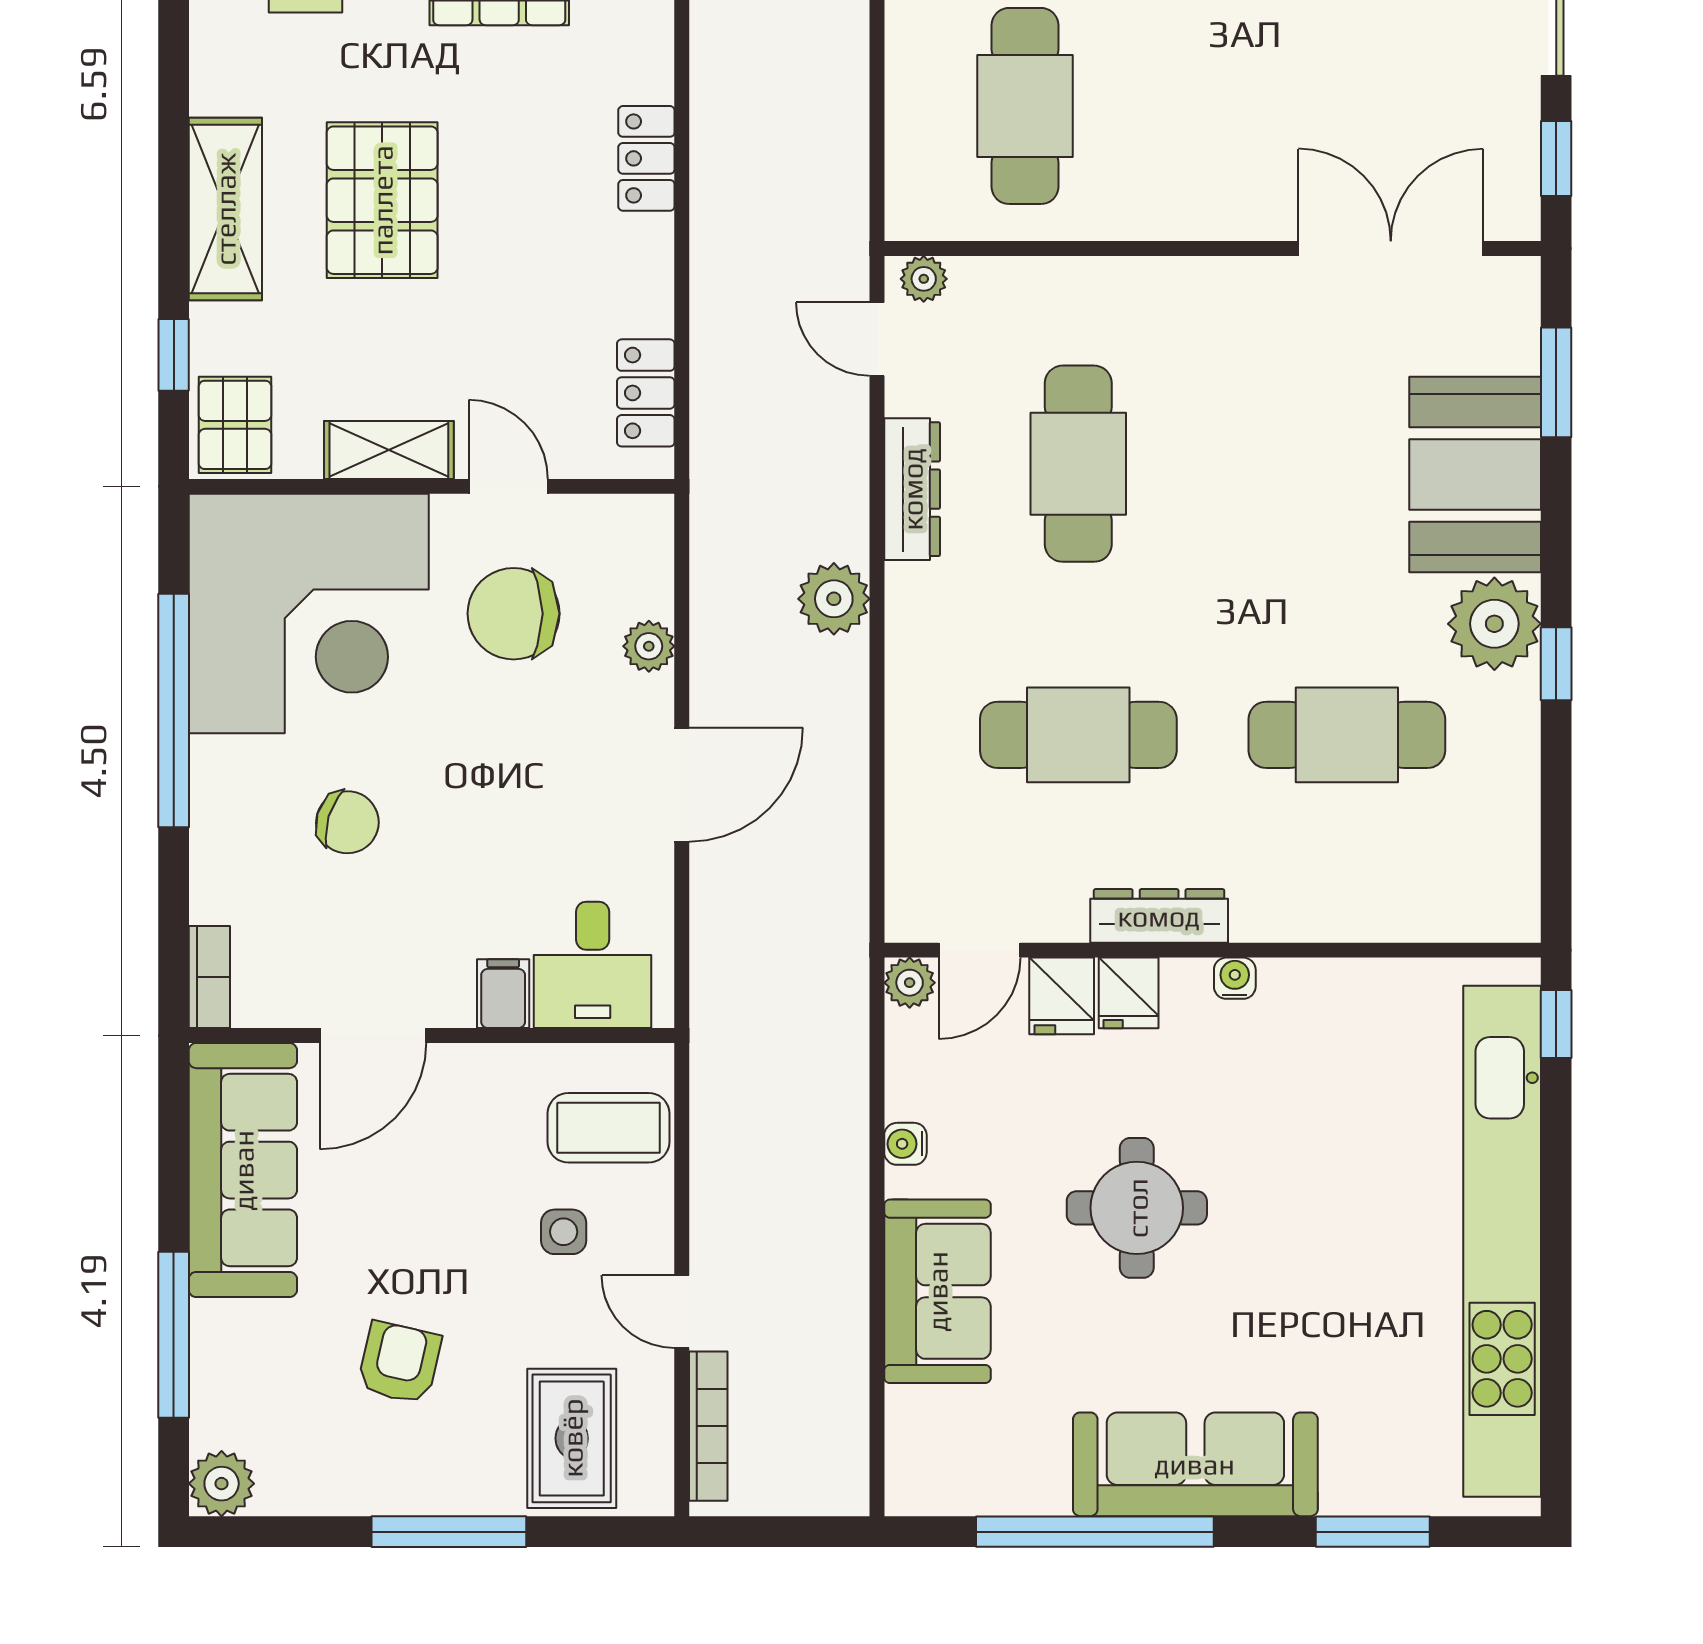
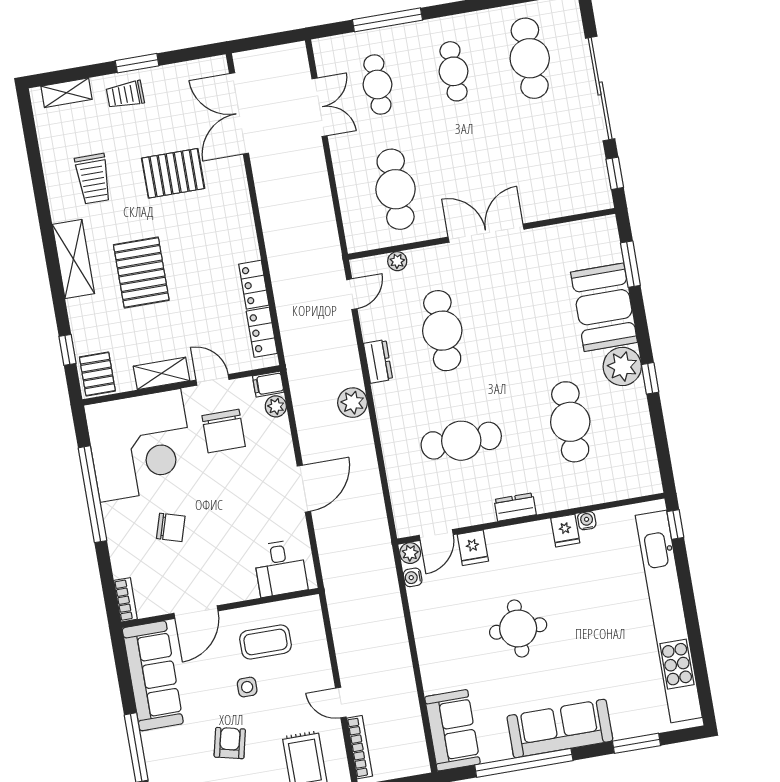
locker: (646, 158) -> (254, 285), moved
shelving: (225, 209) -> (73, 259), moved
double door: (1391, 248) -> (486, 233), moved
plant: (924, 279) -> (397, 261), moved
door: (877, 339) -> (352, 294), swing flipped
dresser: (912, 489) -> (378, 361), width x0.70
chair: (514, 614) -> (224, 431), turned -90
plant: (649, 646) -> (276, 406), moved
cafe table: (1347, 735) -> (570, 422), turned 90
dresser: (1159, 916) -> (515, 507), width x0.70
water cooler: (1235, 978) -> (587, 521), moved
fridge: (1129, 993) -> (565, 531), moved
filing cabinet: (503, 994) -> (268, 384), moved, turned -90
coffee table: (609, 1128) -> (266, 642), moved
water cooler: (905, 1144) -> (413, 577), moved
side table: (564, 1232) -> (247, 687), moved
sofa: (937, 1291) -> (452, 730), moved

